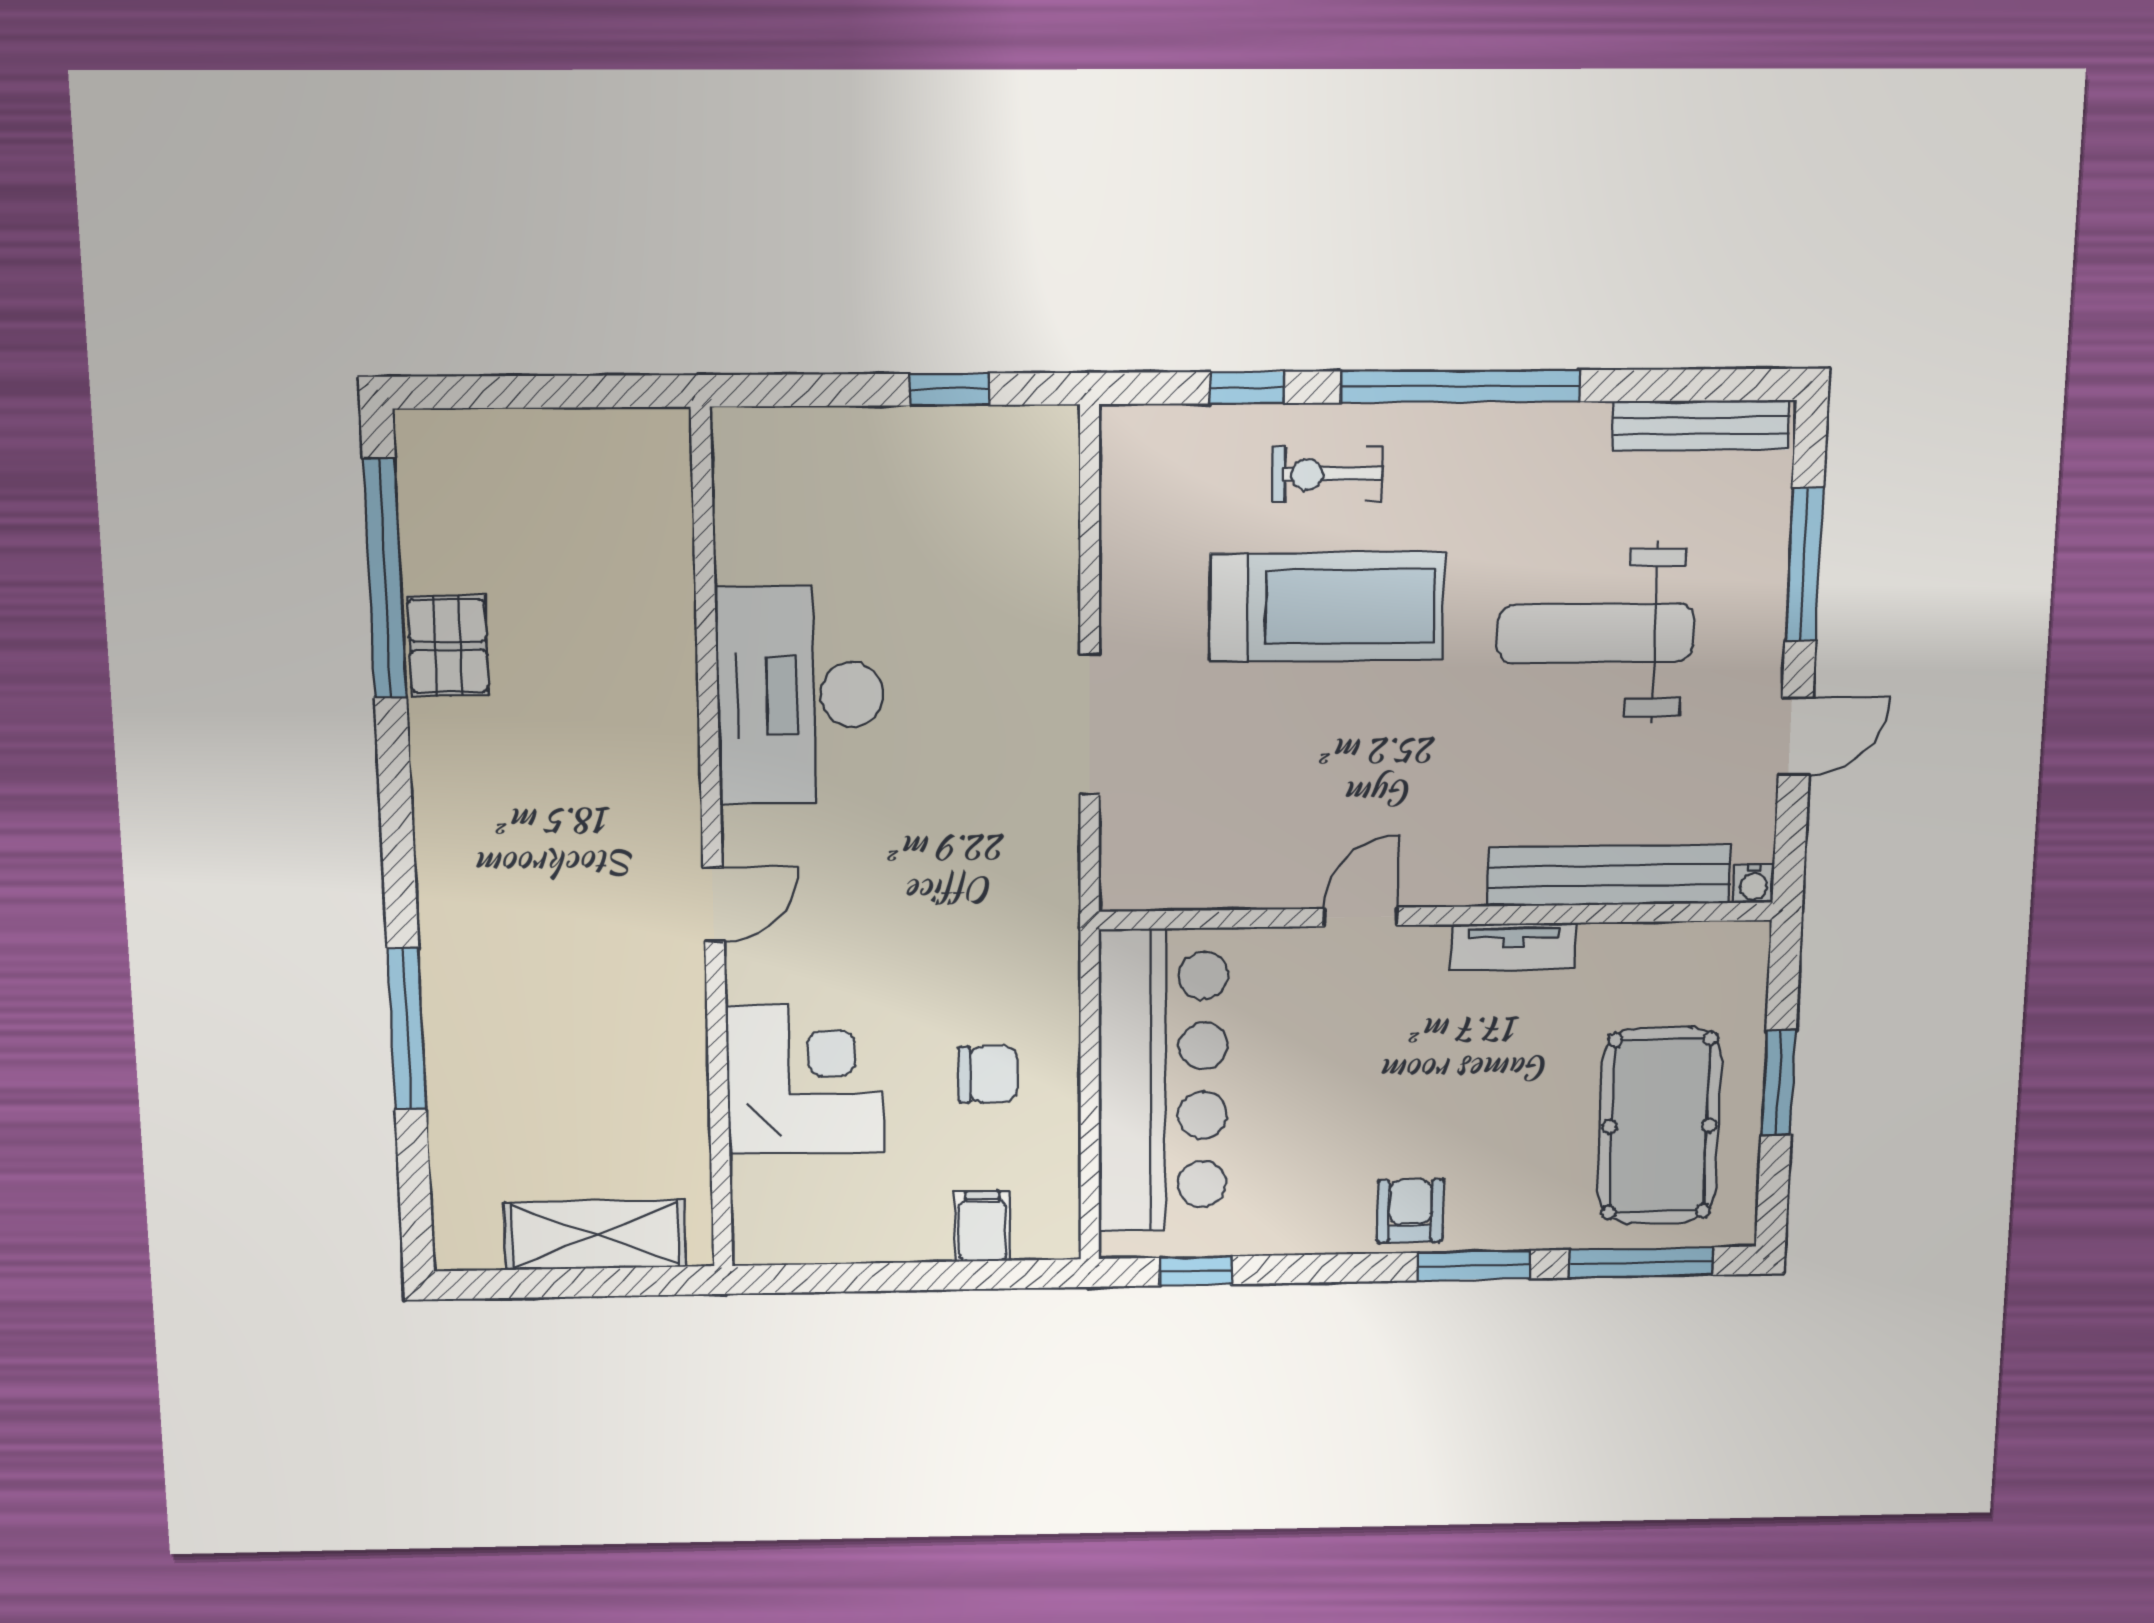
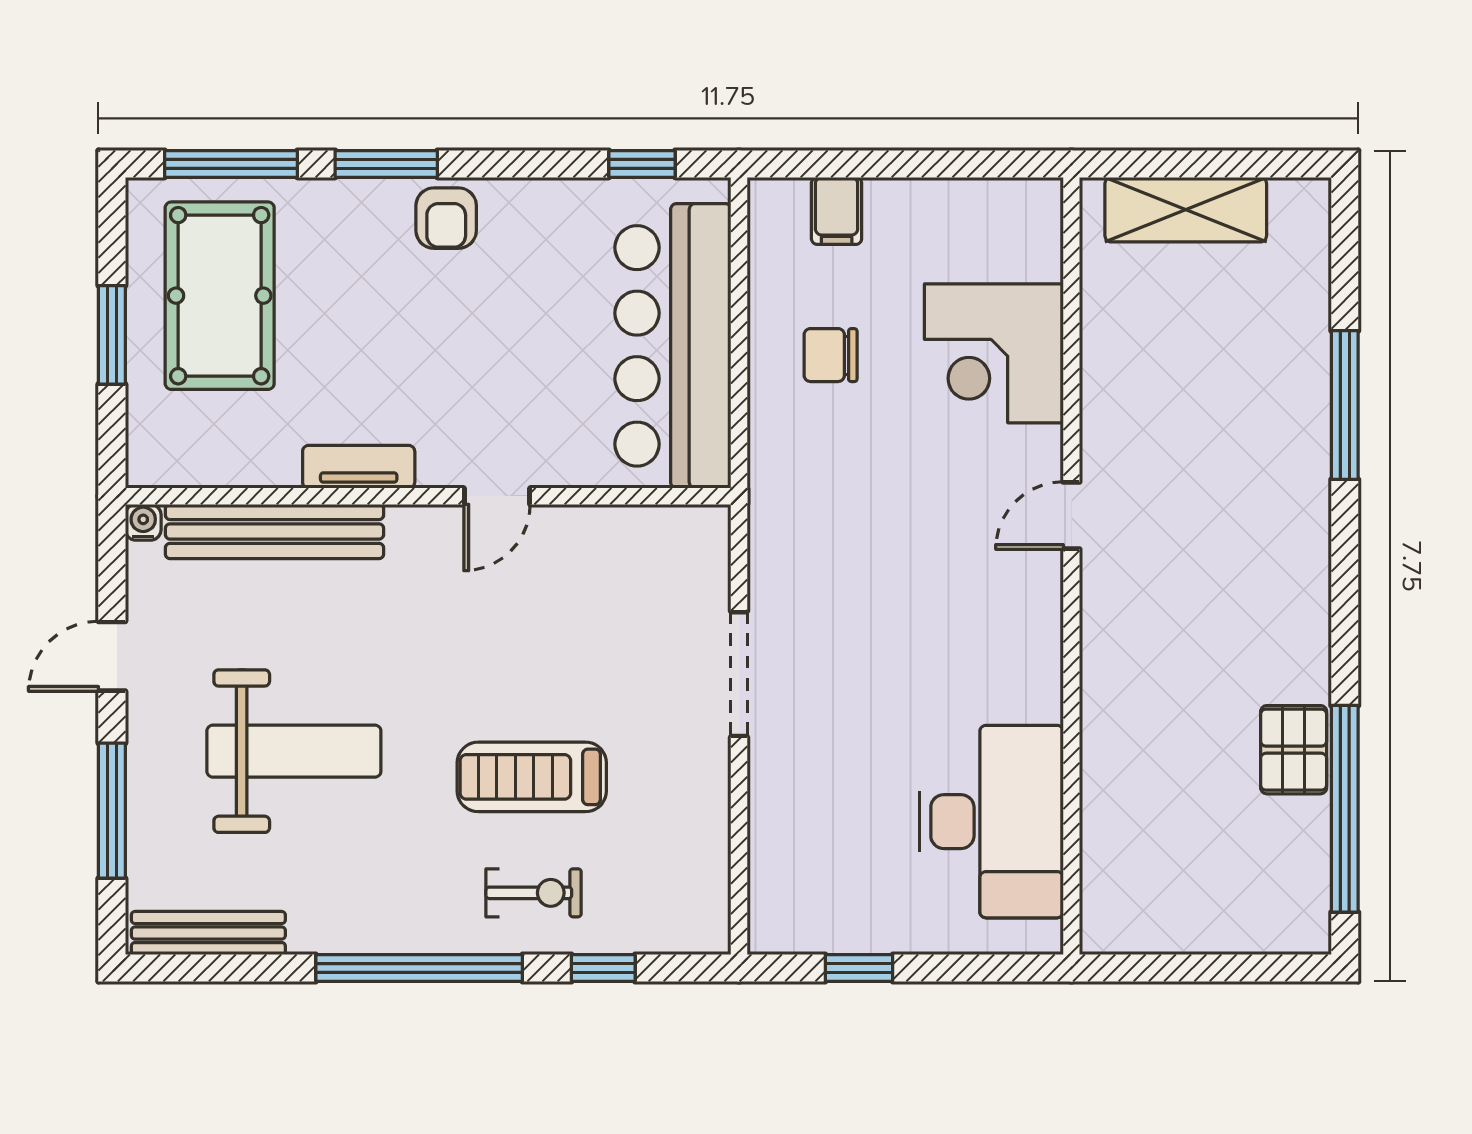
treadmill: (1327, 607) -> (532, 777), width x0.73, depth x0.73
desk: (800, 695) -> (991, 822), moved

